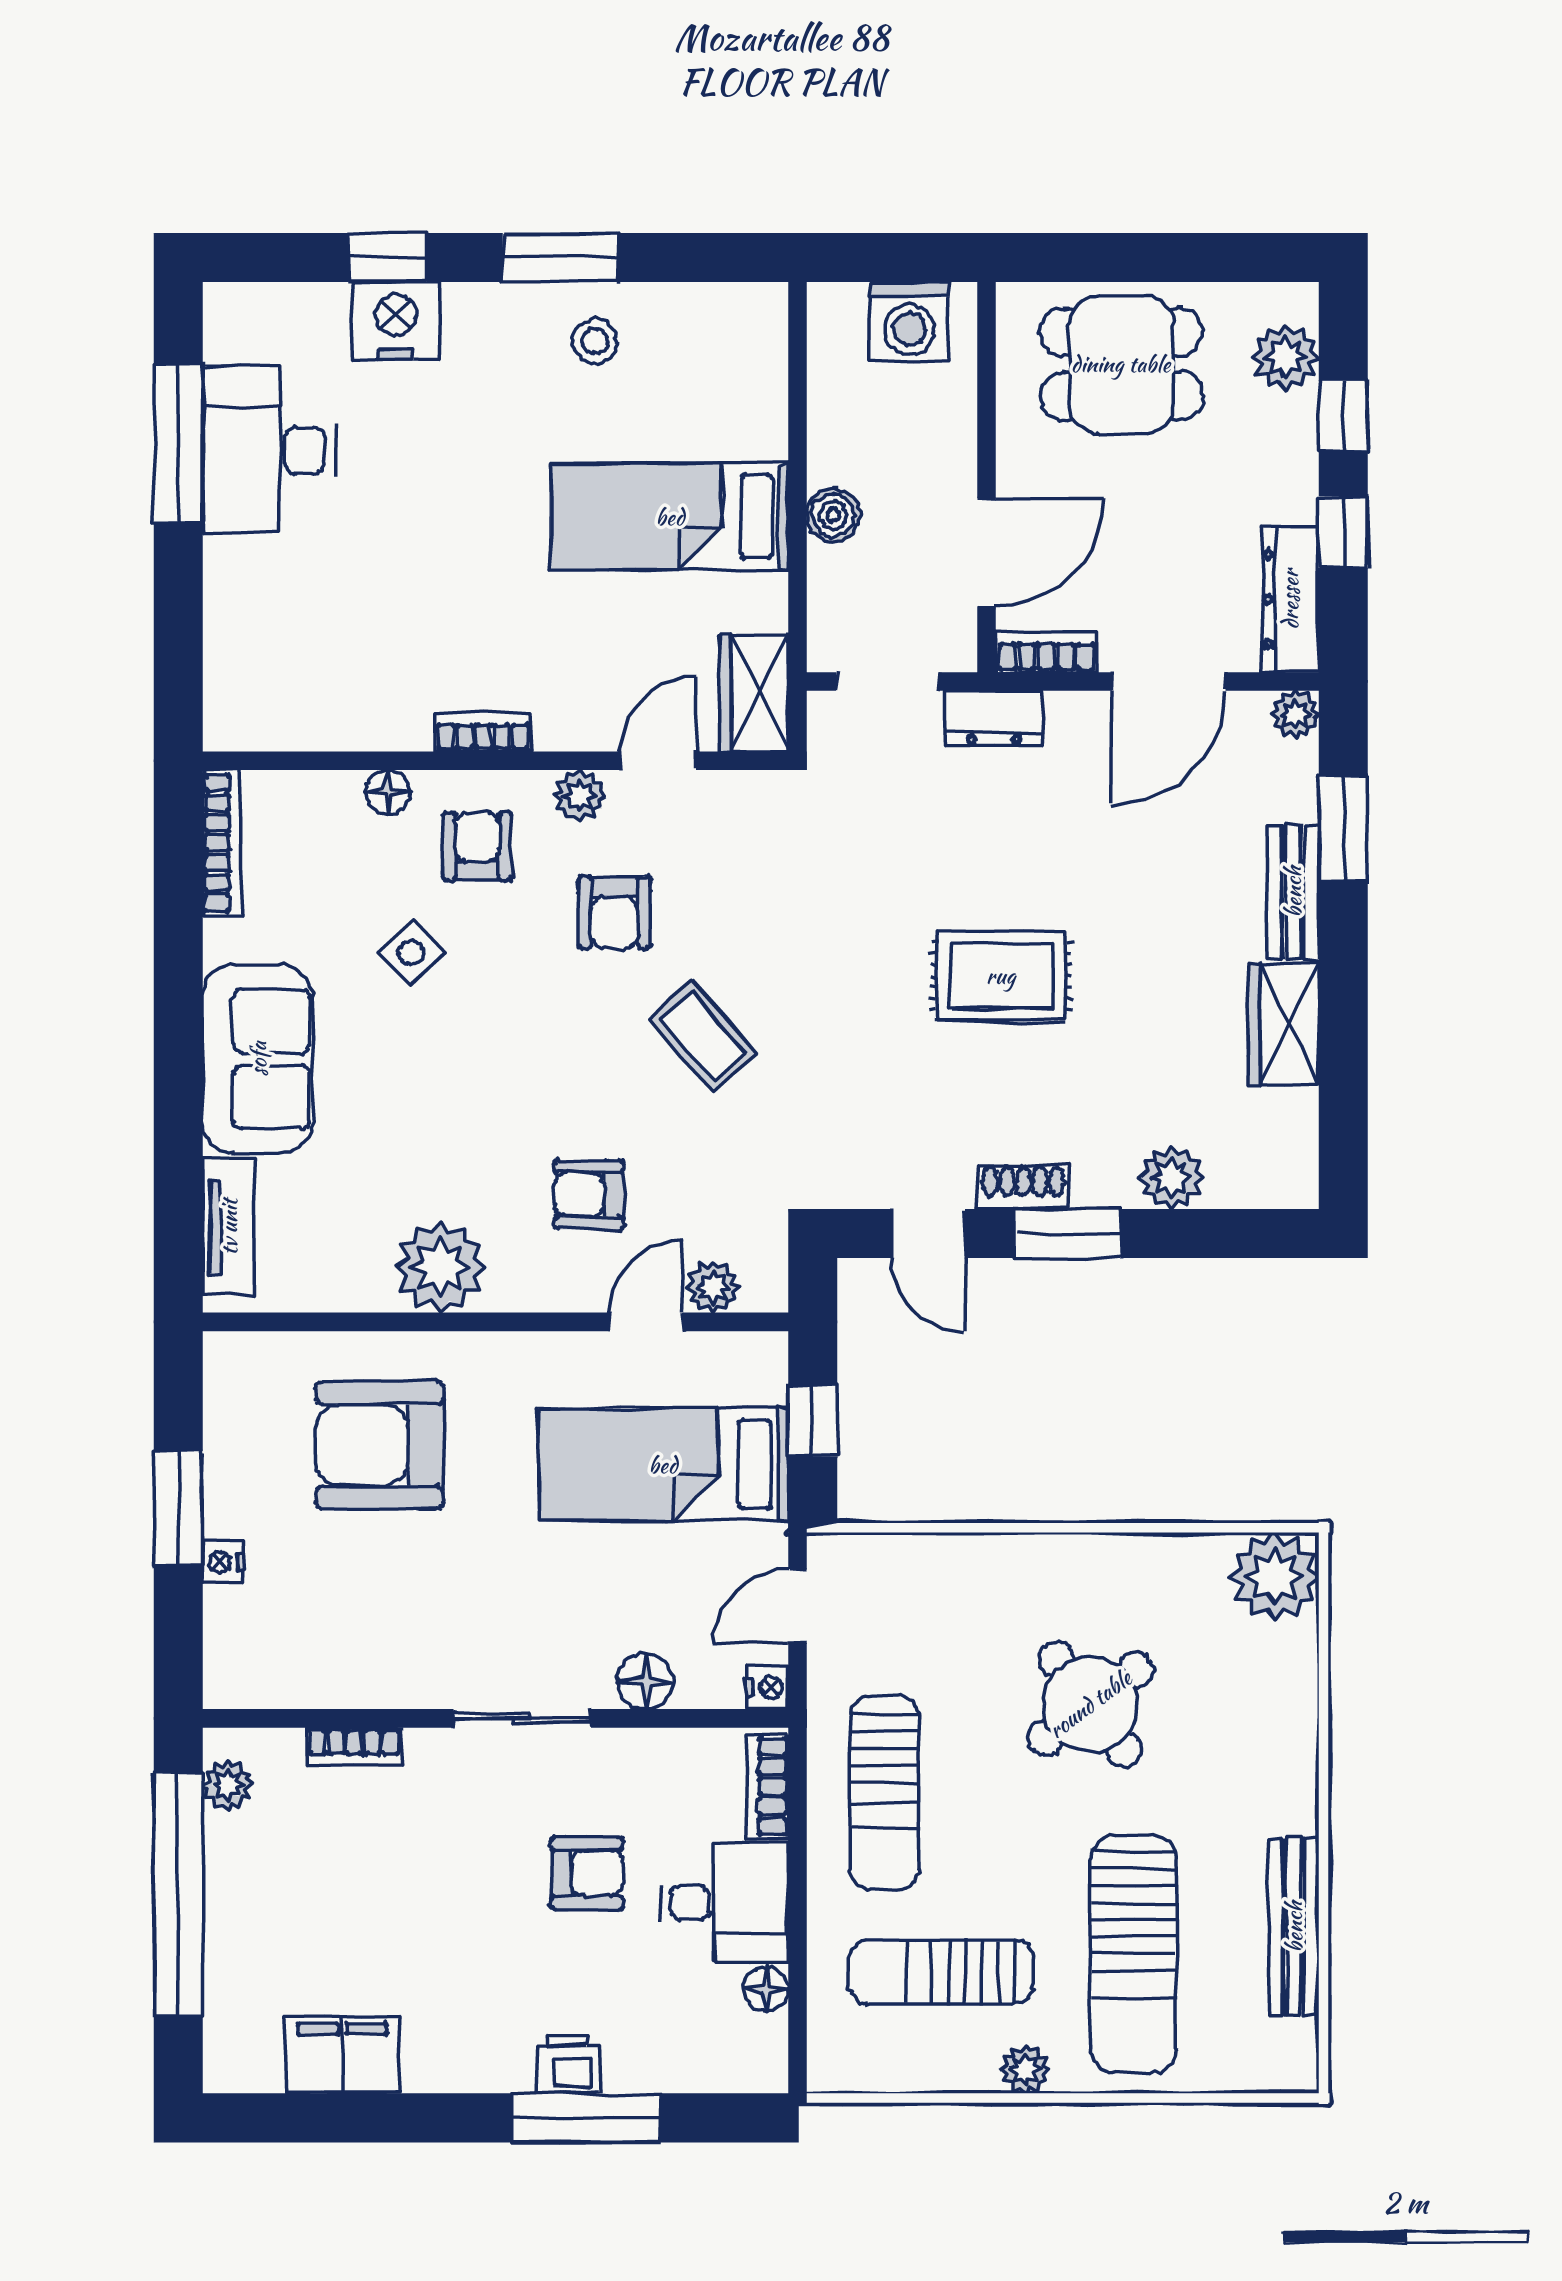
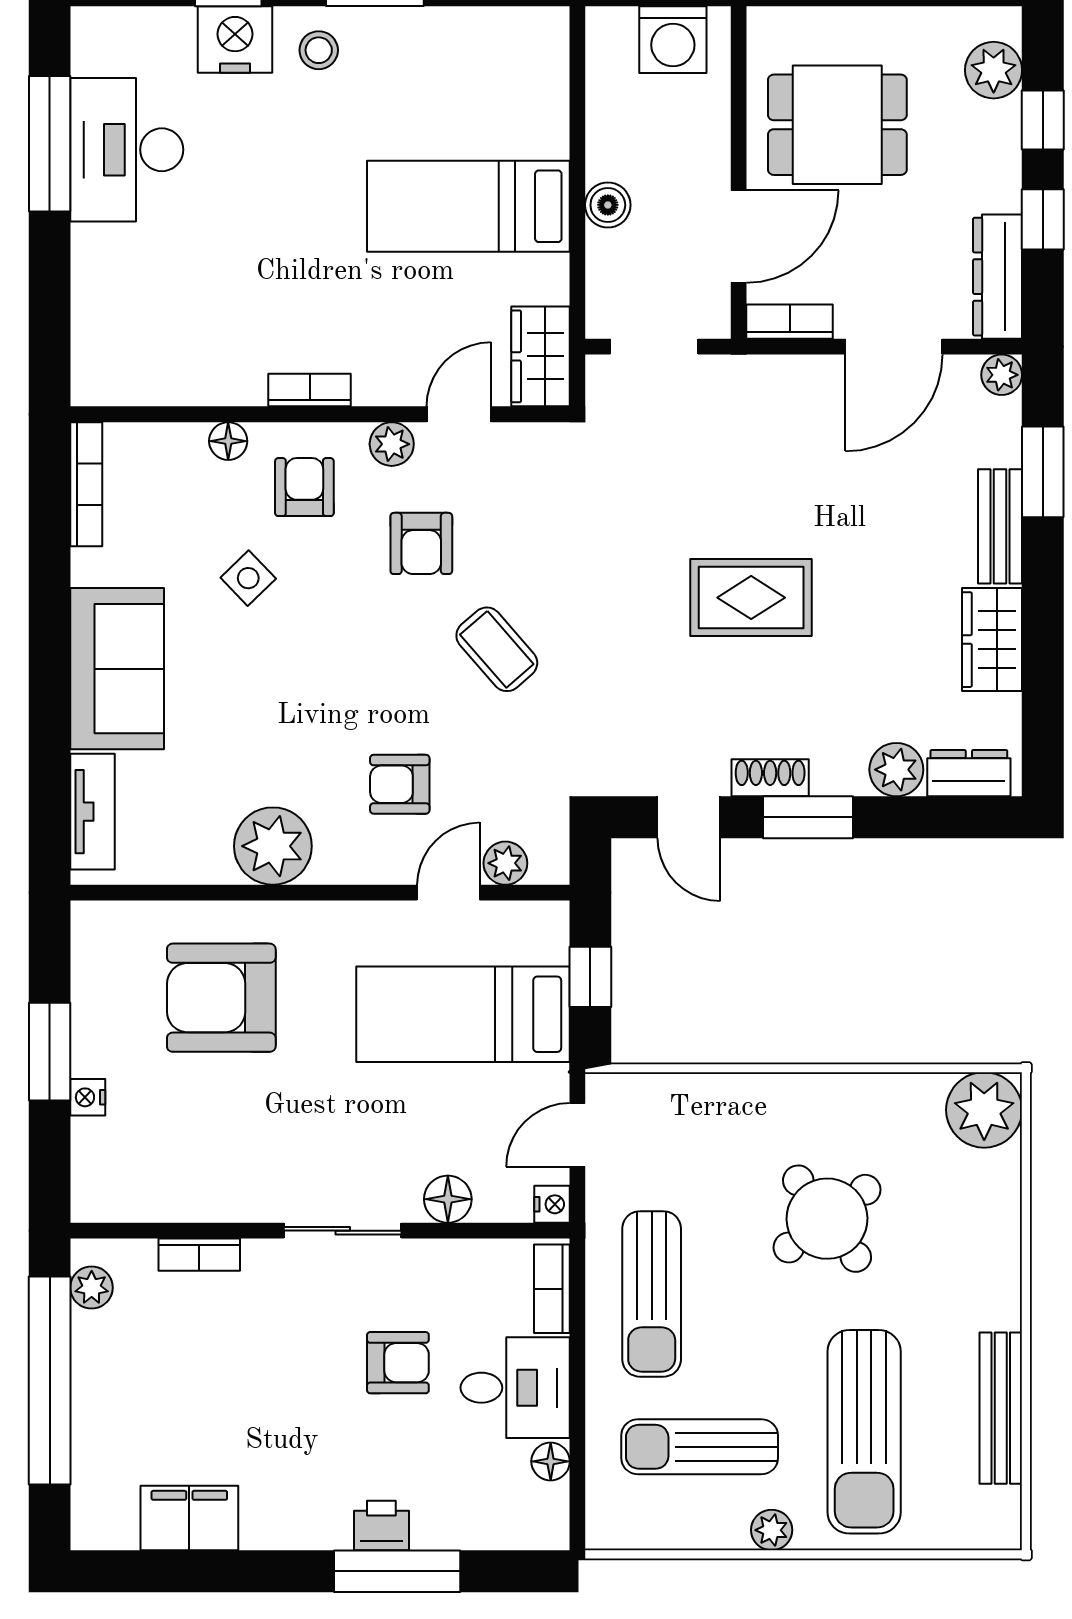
stool: (595, 342) -> (319, 50), moved
dining table: (1121, 364) -> (837, 125), moved
dresser: (994, 718) -> (969, 773), moved, turned 180

